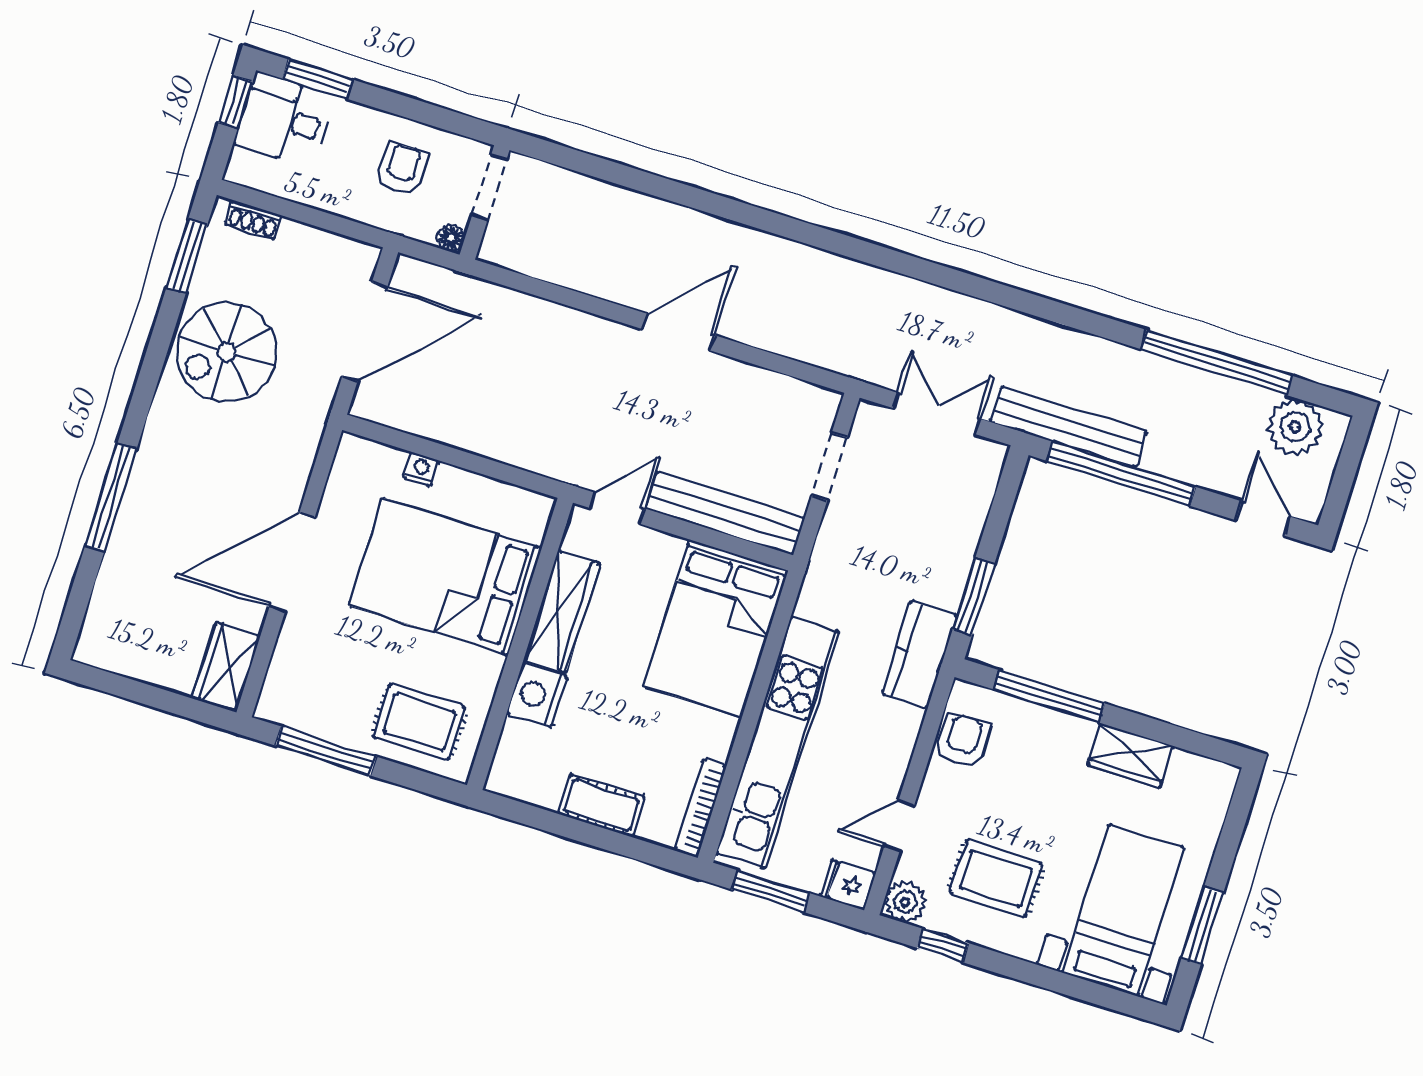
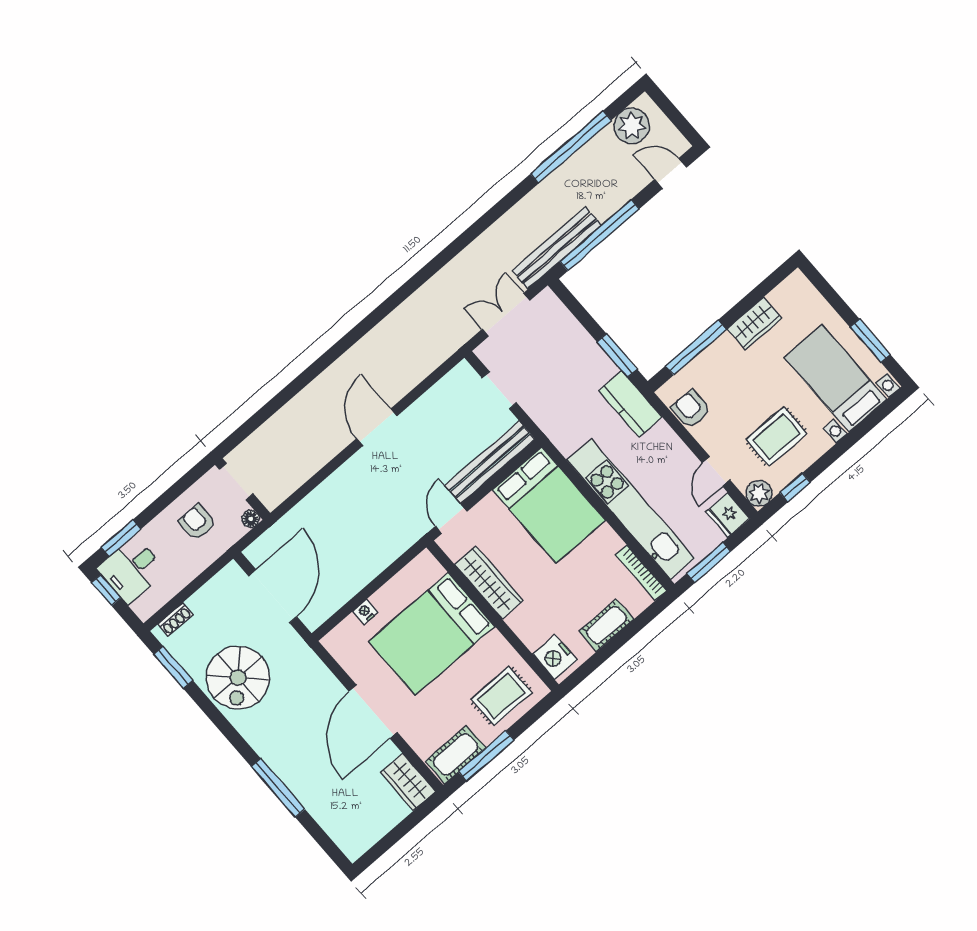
nightstand: (537, 695) -> (555, 657), moved
cot: (303, 708) -> (455, 754), added
fridge: (848, 885) -> (728, 515), width x1.38

